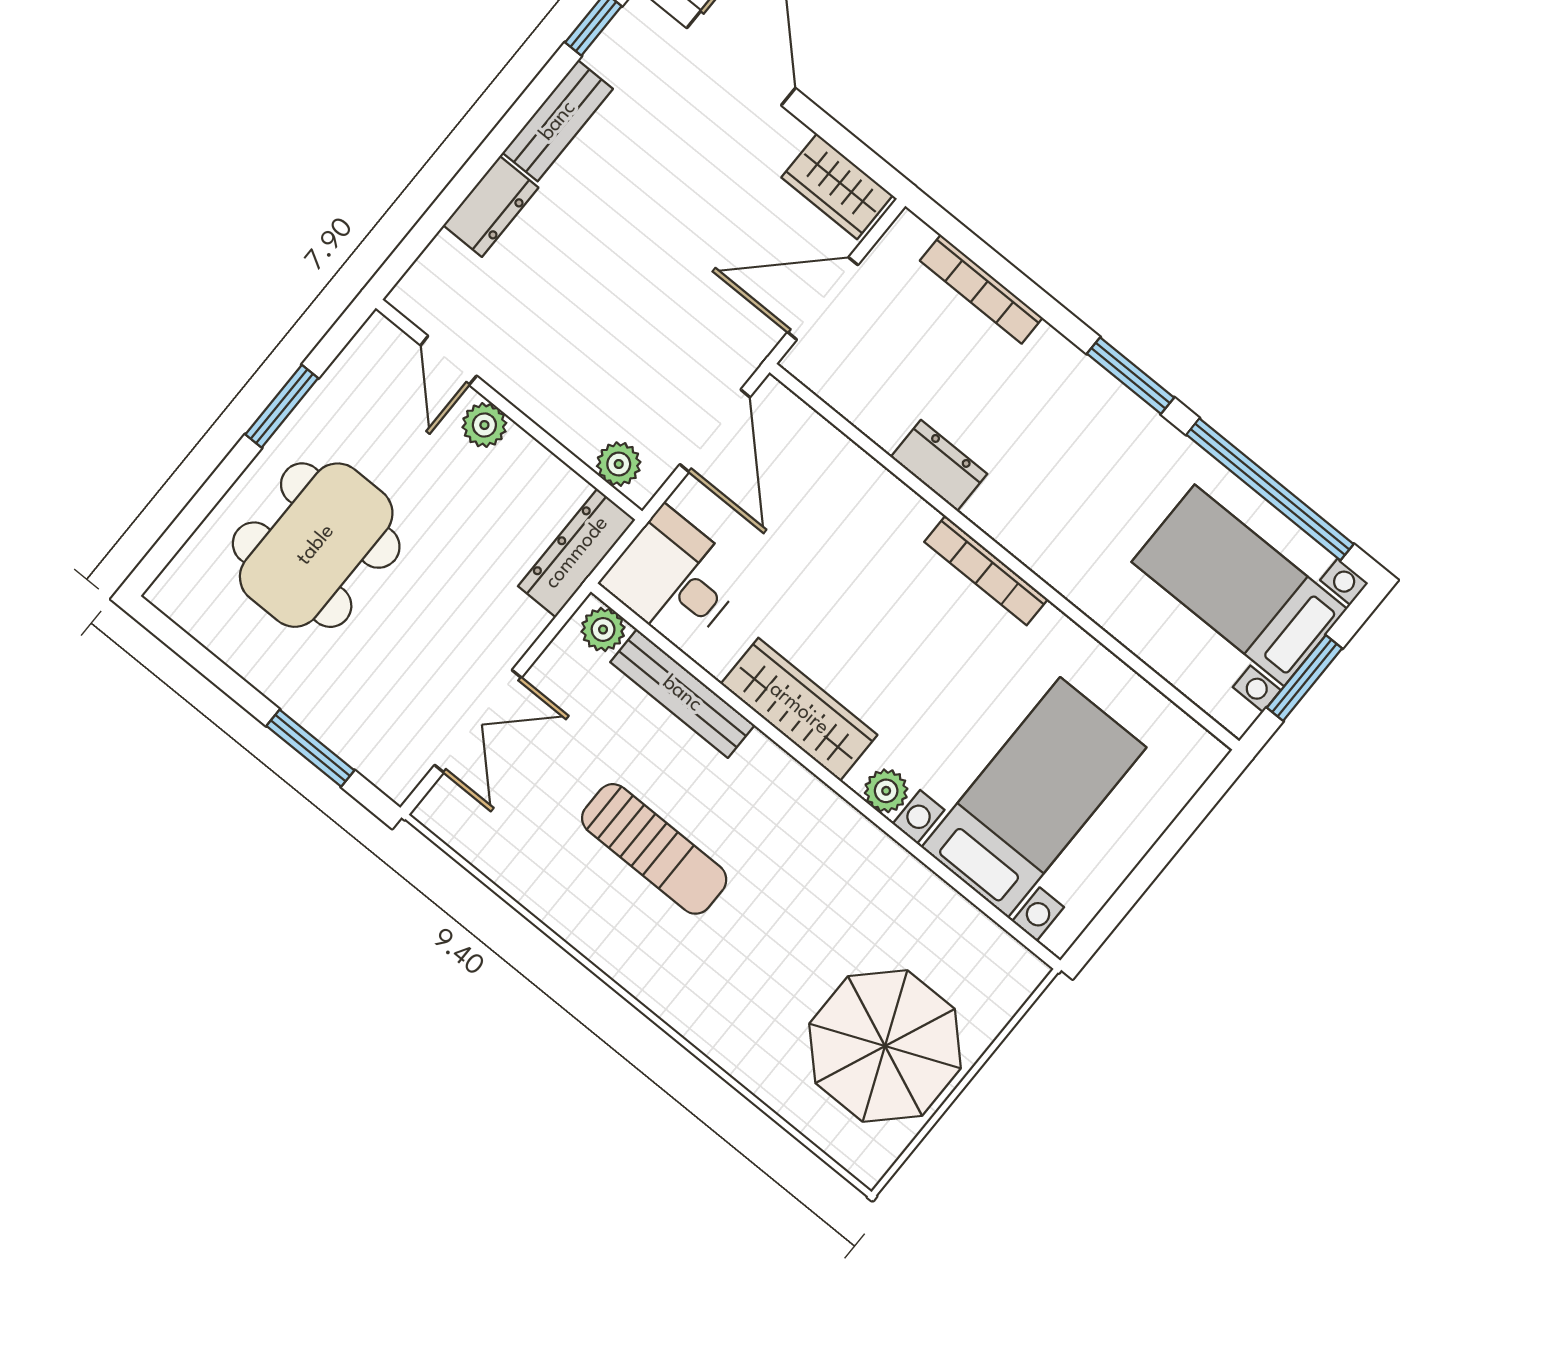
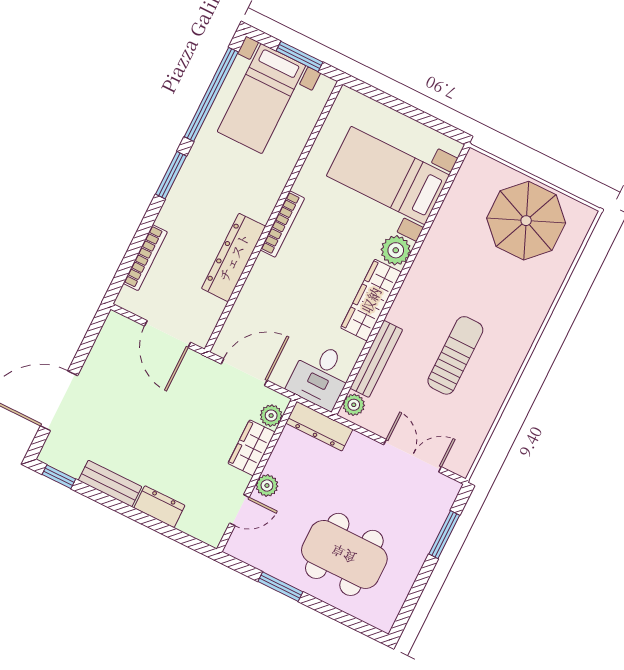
wardrobe: (837, 186) -> (251, 448), moved, turned 180
dresser: (939, 466) -> (234, 257), width x1.96, depth x1.24
plant: (886, 791) -> (396, 250), width x1.38, depth x1.38

